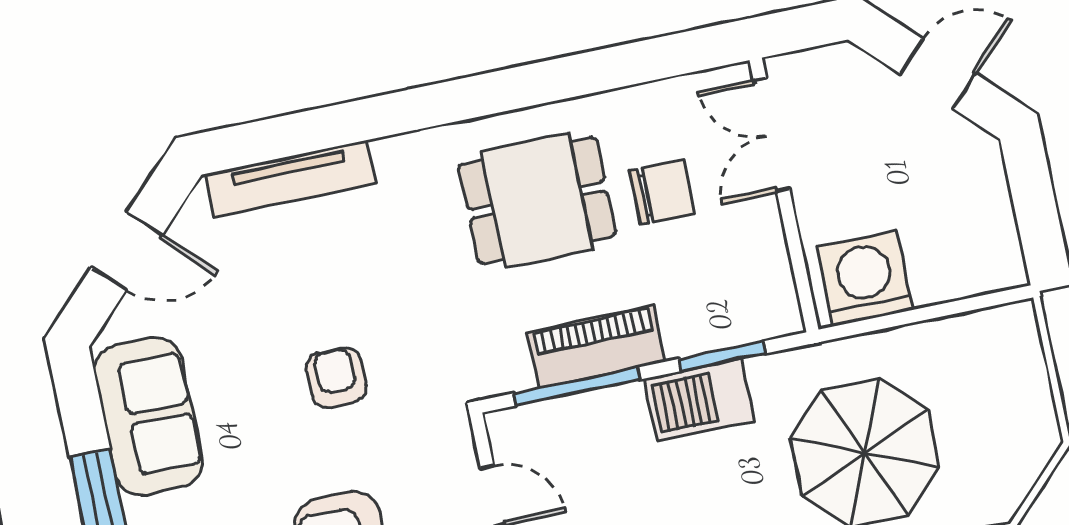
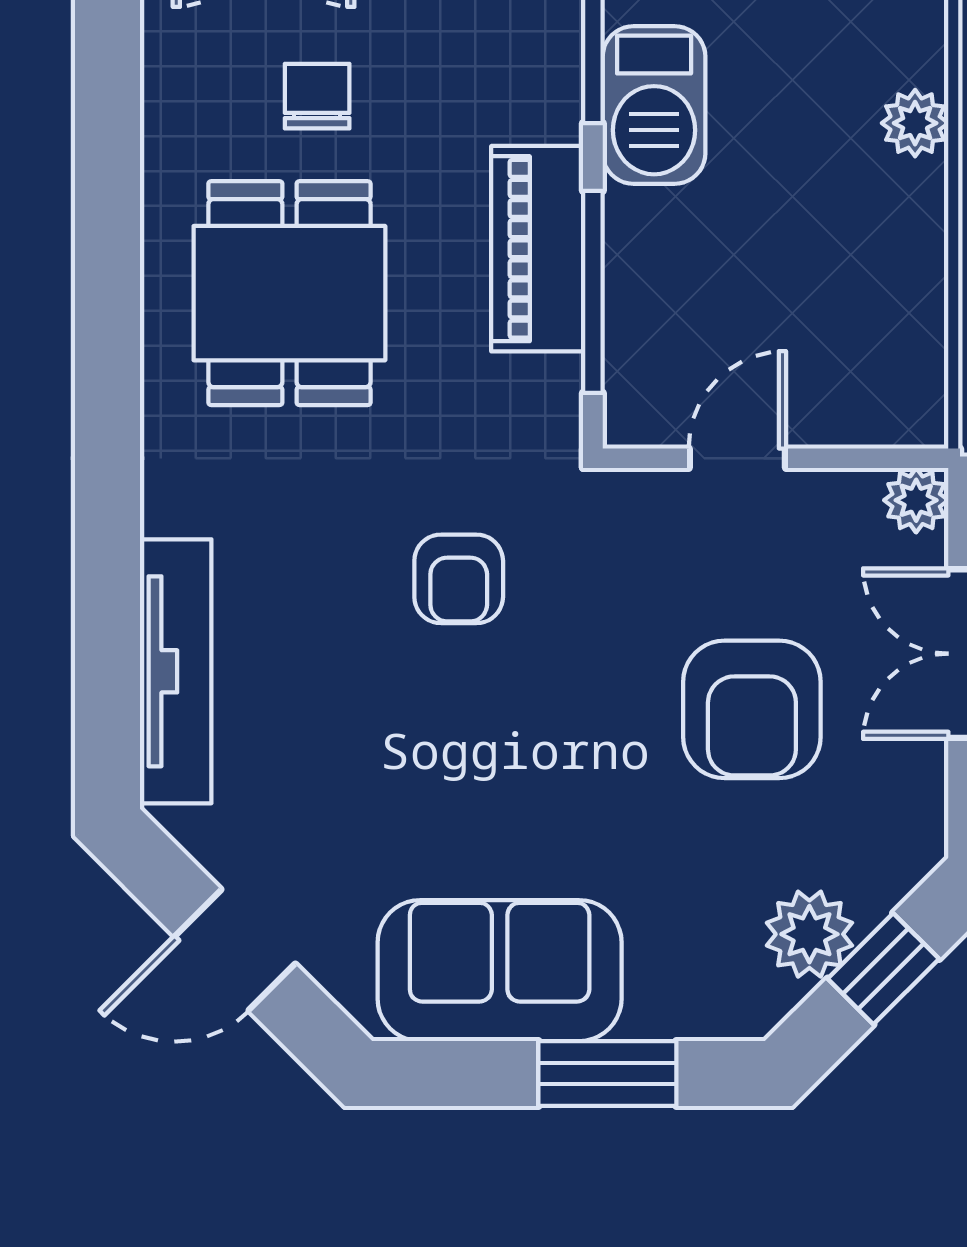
chair: (662, 192) -> (317, 96), width x0.73, depth x0.73
door: (127, 251) -> (235, 950), swing flipped
armchair: (336, 378) -> (459, 579), moved, turned -90

